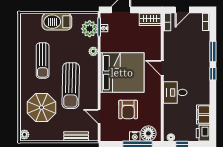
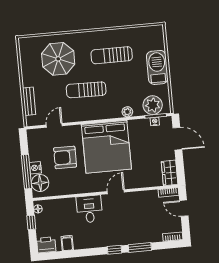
sun lounger: (71, 86) -> (86, 90), width x0.73, depth x0.75
filing cabinet: (203, 115) -> (67, 243), width x0.50
plant: (24, 135) -> (26, 42), removed

